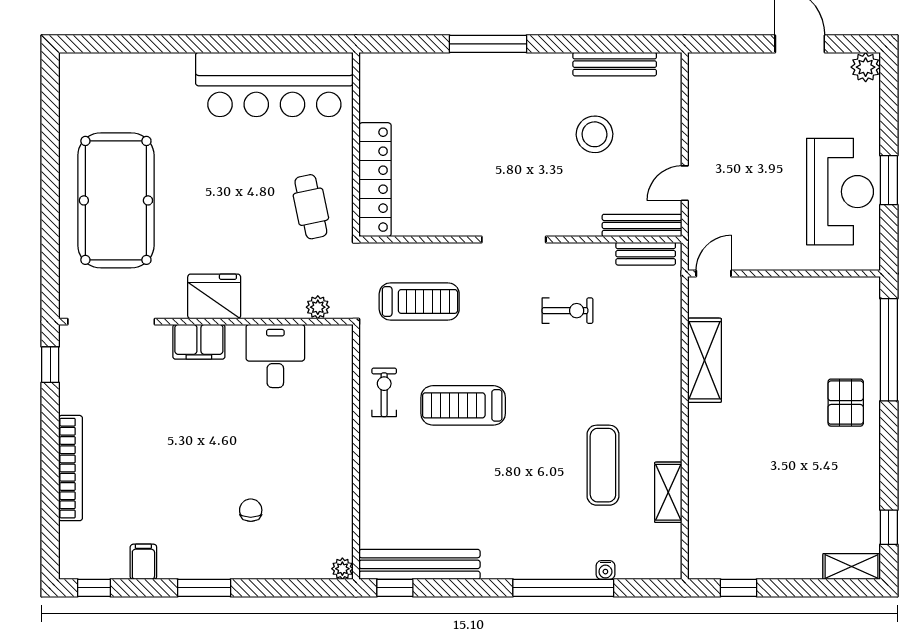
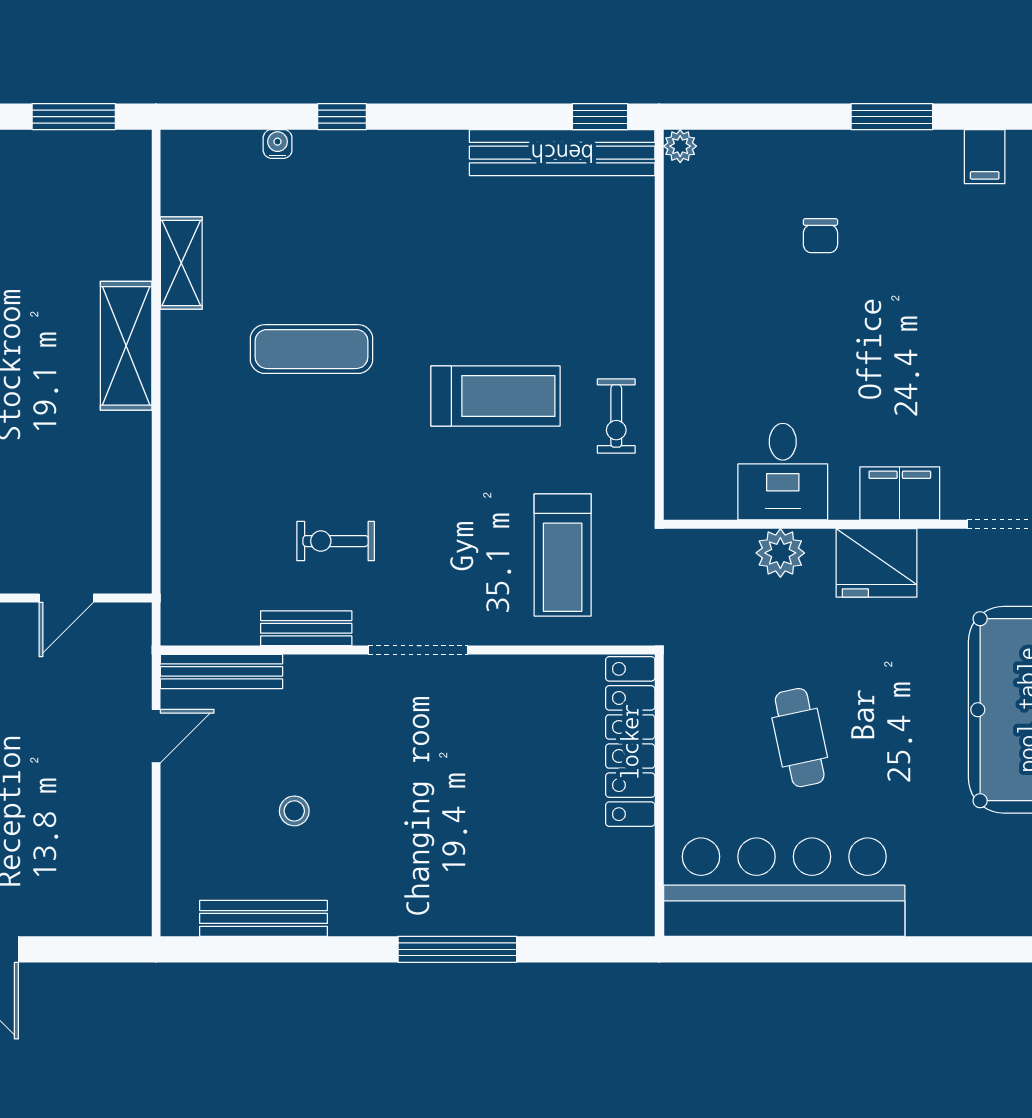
stool: (595, 134) -> (294, 811), width x0.53, depth x0.53
cafe table: (311, 207) -> (800, 738), moved
bench: (646, 254) -> (306, 628), moved
door: (714, 273) -> (66, 598), moved
treadmill: (419, 301) -> (563, 555), turned -90
plant: (318, 307) -> (780, 553), moved, width x1.38, depth x1.38
shelving: (704, 360) -> (126, 346), moved
exercise mat: (603, 465) -> (312, 349), moved, turned 90
window: (563, 588) -> (342, 117), width x0.32
window: (739, 588) -> (74, 117), width x1.50

